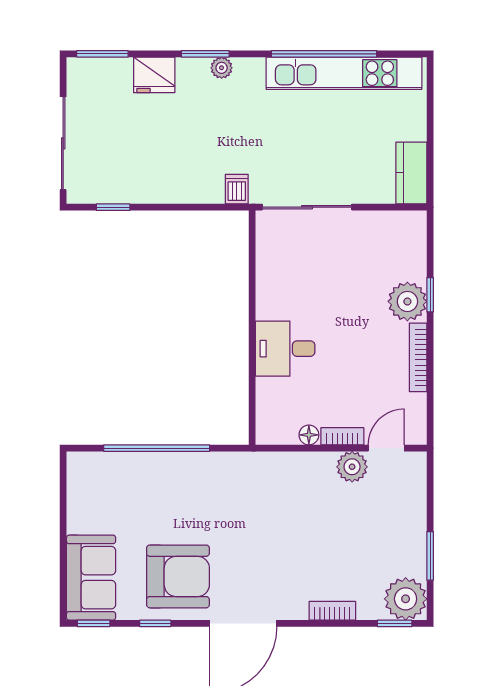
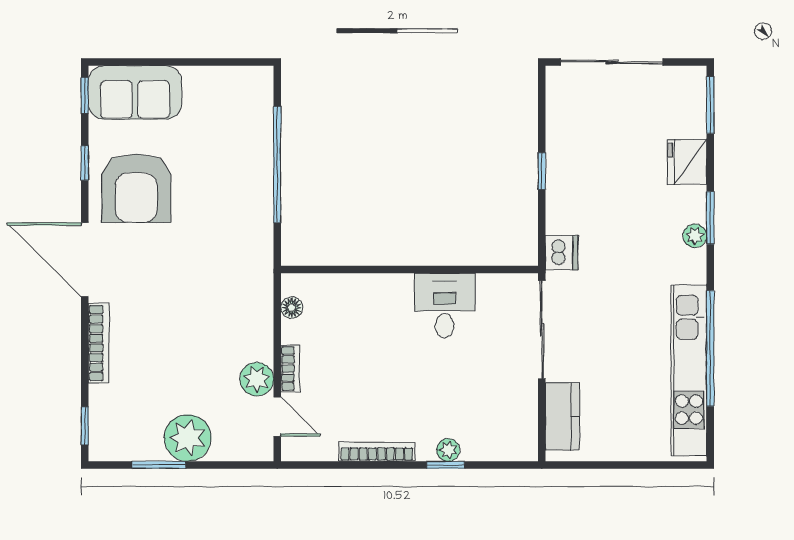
kitchen counter: (411, 173) -> (562, 416), moved, turned 90
dishwasher: (237, 189) -> (562, 253), width x1.38
window: (113, 207) -> (542, 171), moved
plant: (407, 301) -> (448, 450), width x0.53, depth x0.53
desk: (285, 349) -> (445, 306), moved
floor lamp: (309, 435) -> (292, 308), moved
plant: (406, 599) -> (188, 438), moved
bookcase: (332, 611) -> (99, 343), width x1.56

